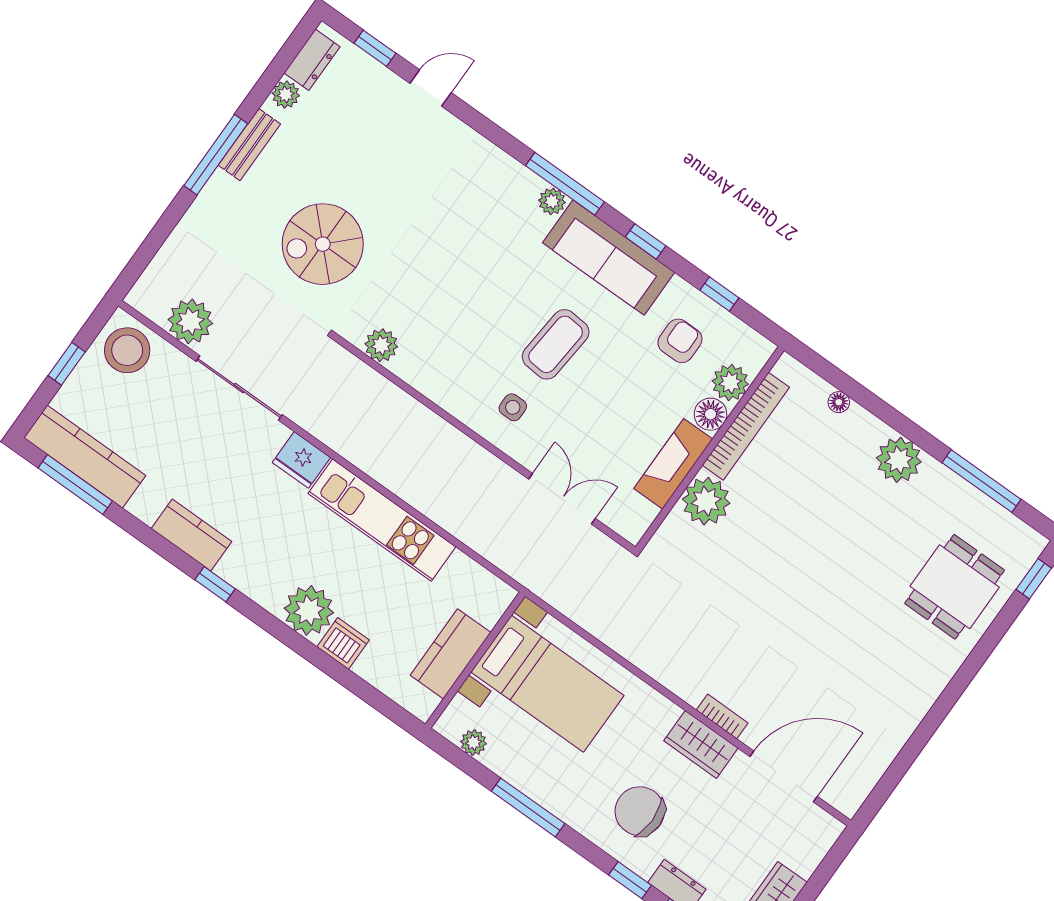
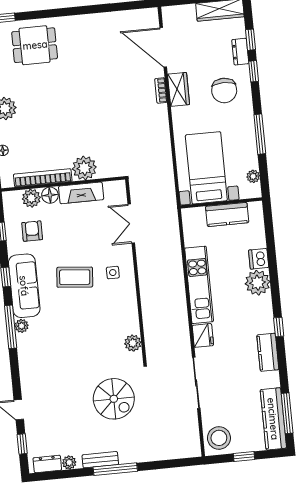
plant: (190, 321) -> (187, 424), removed
armchair: (680, 341) -> (32, 231), turned 90

